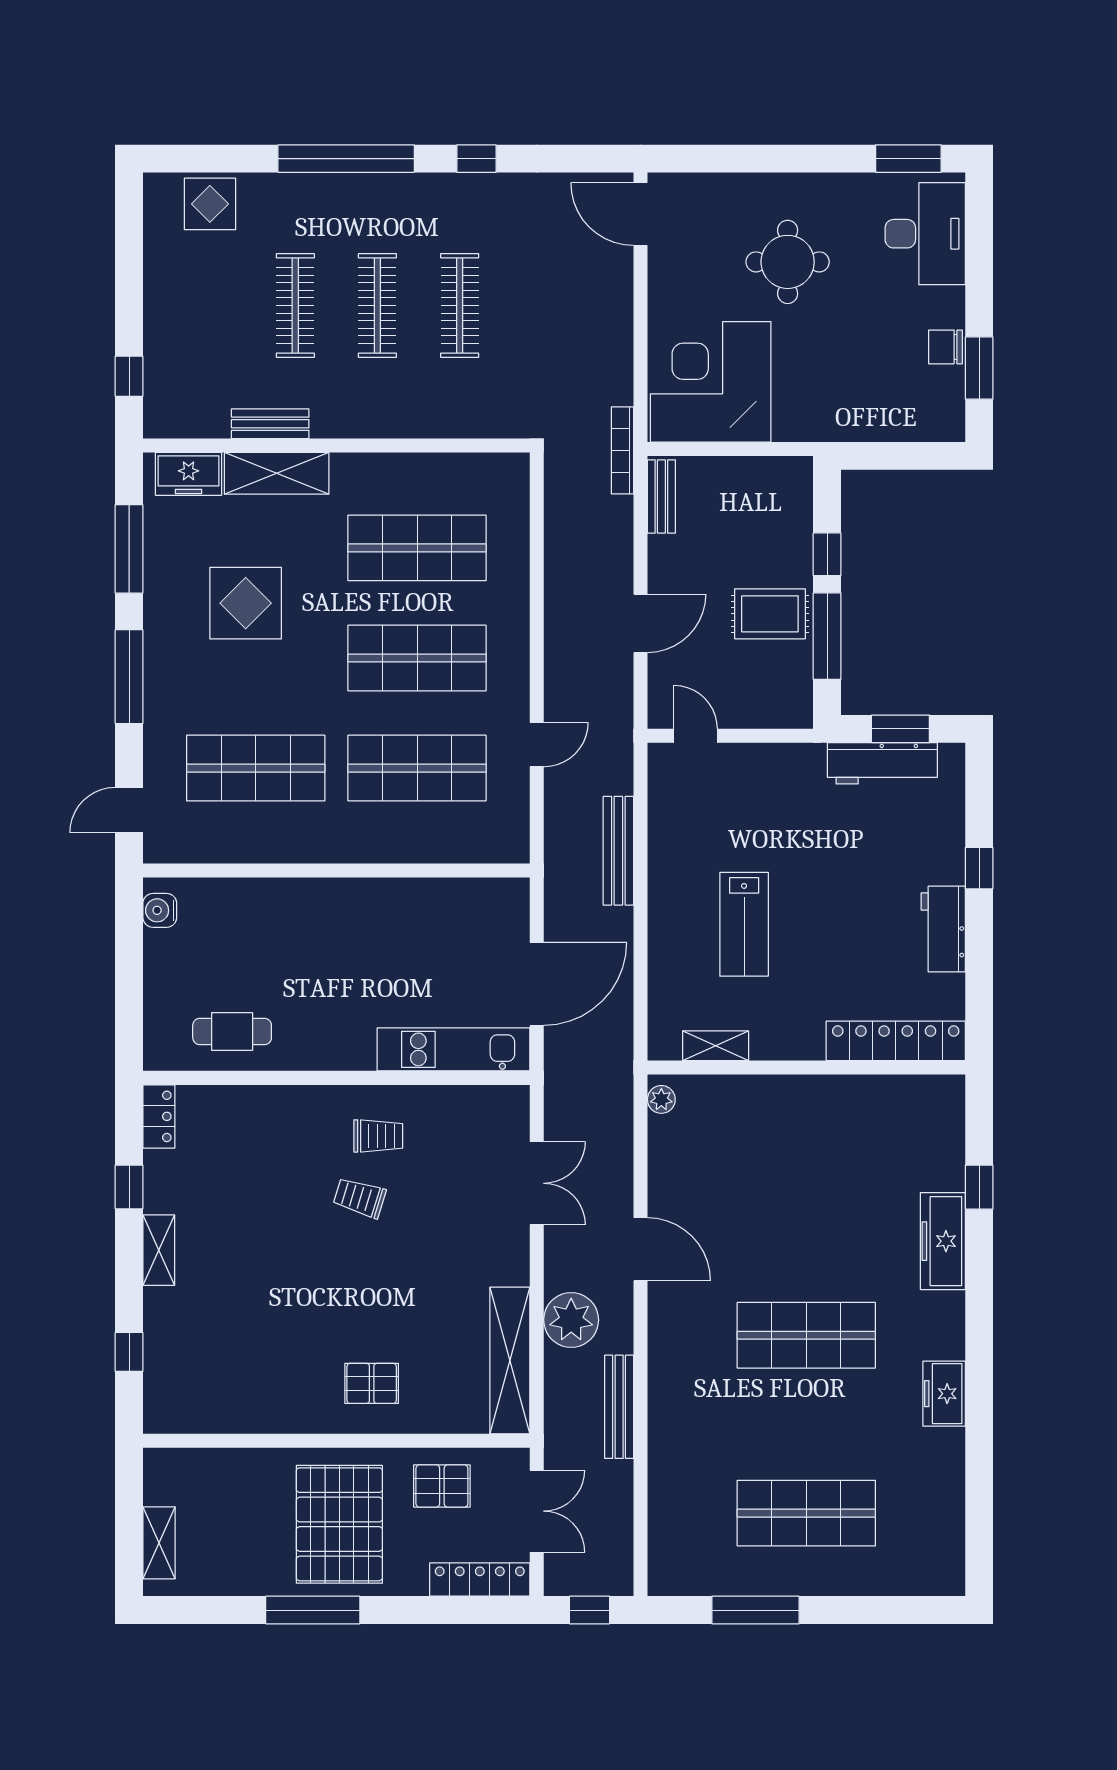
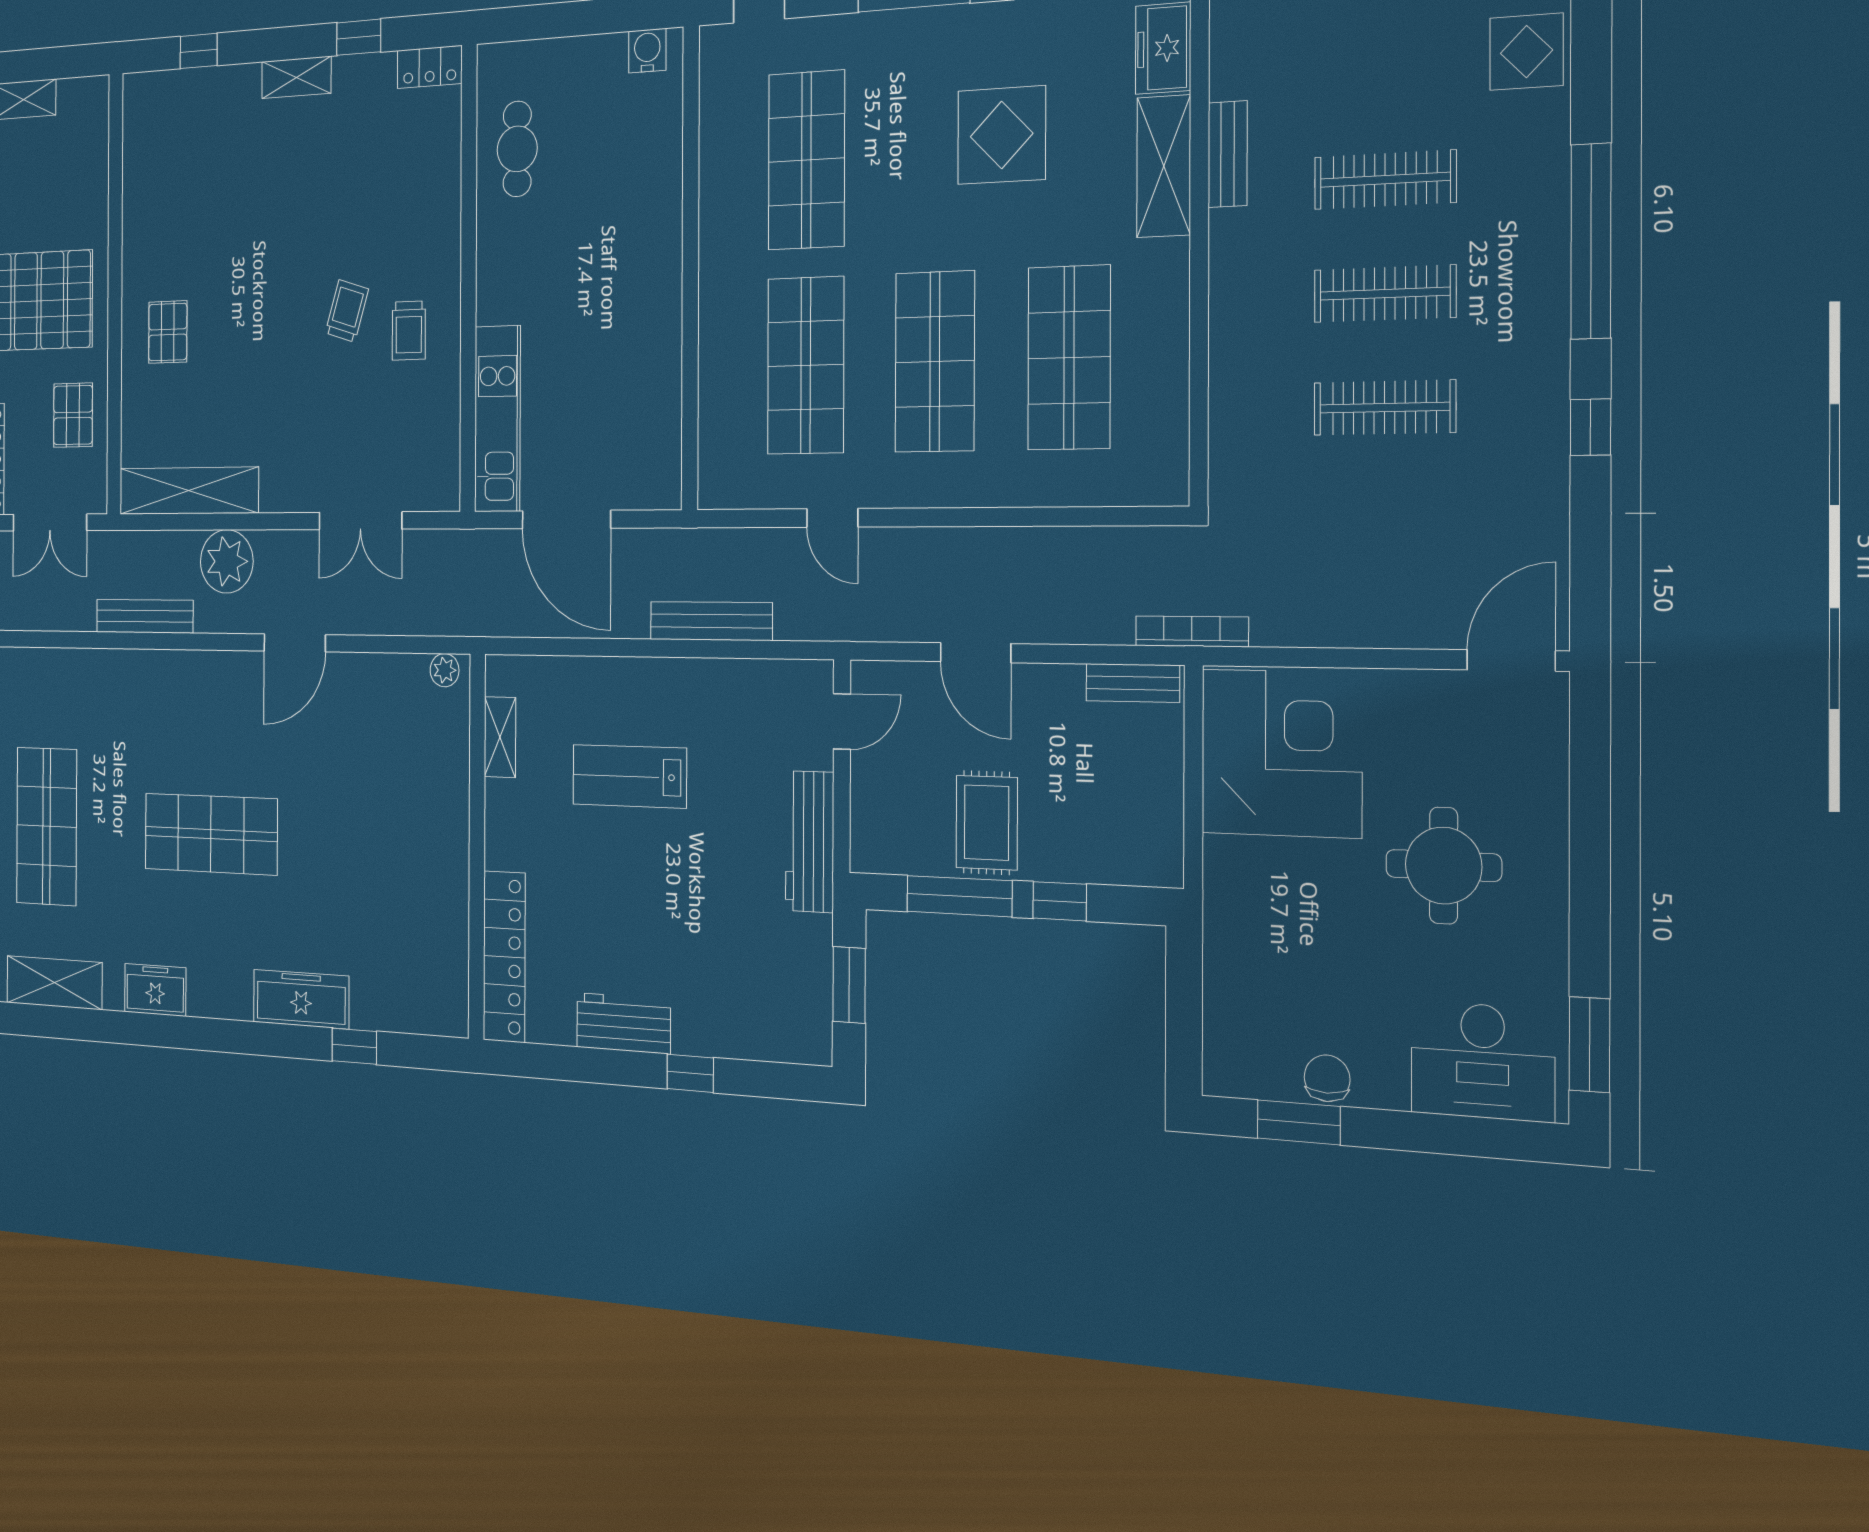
workbench: (882, 763) -> (810, 842), moved
shop shelf: (806, 1335) -> (211, 834), turned 90
shelving: (944, 1504) -> (54, 983), added

